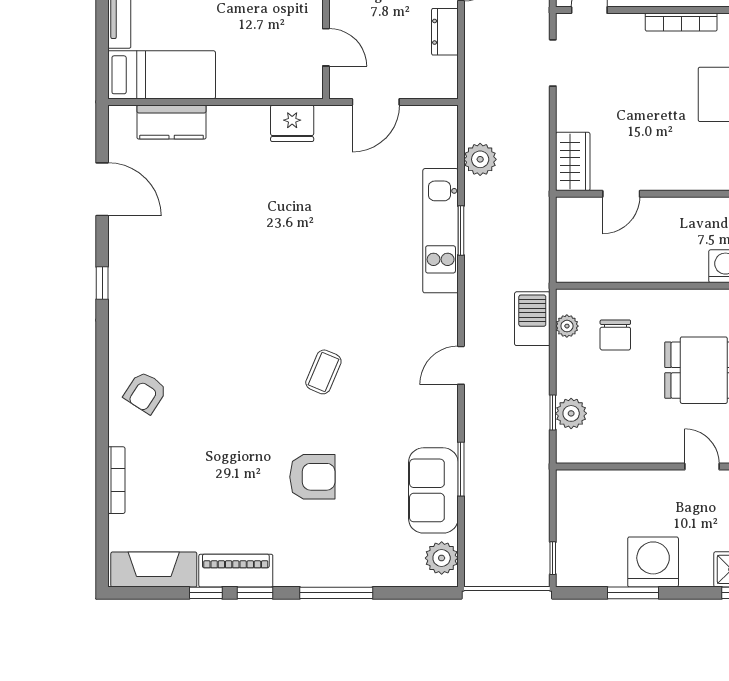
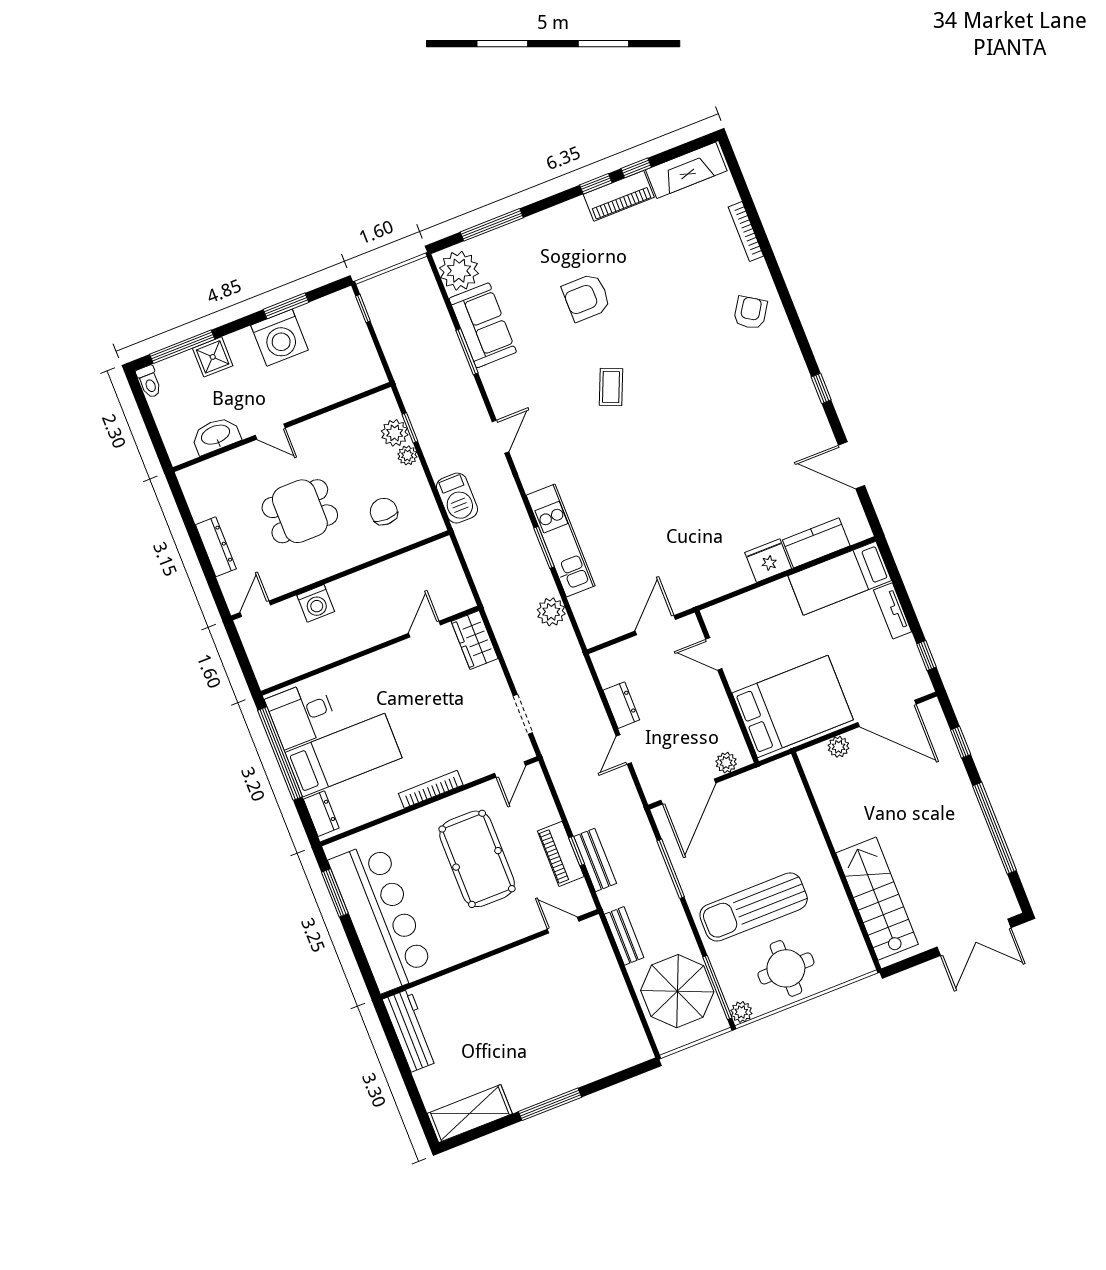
fridge: (292, 123) -> (768, 561), moved
plant: (567, 326) -> (407, 455), moved
plant: (442, 558) -> (459, 271), width x1.36, depth x1.36
window: (336, 593) -> (492, 225), moved

